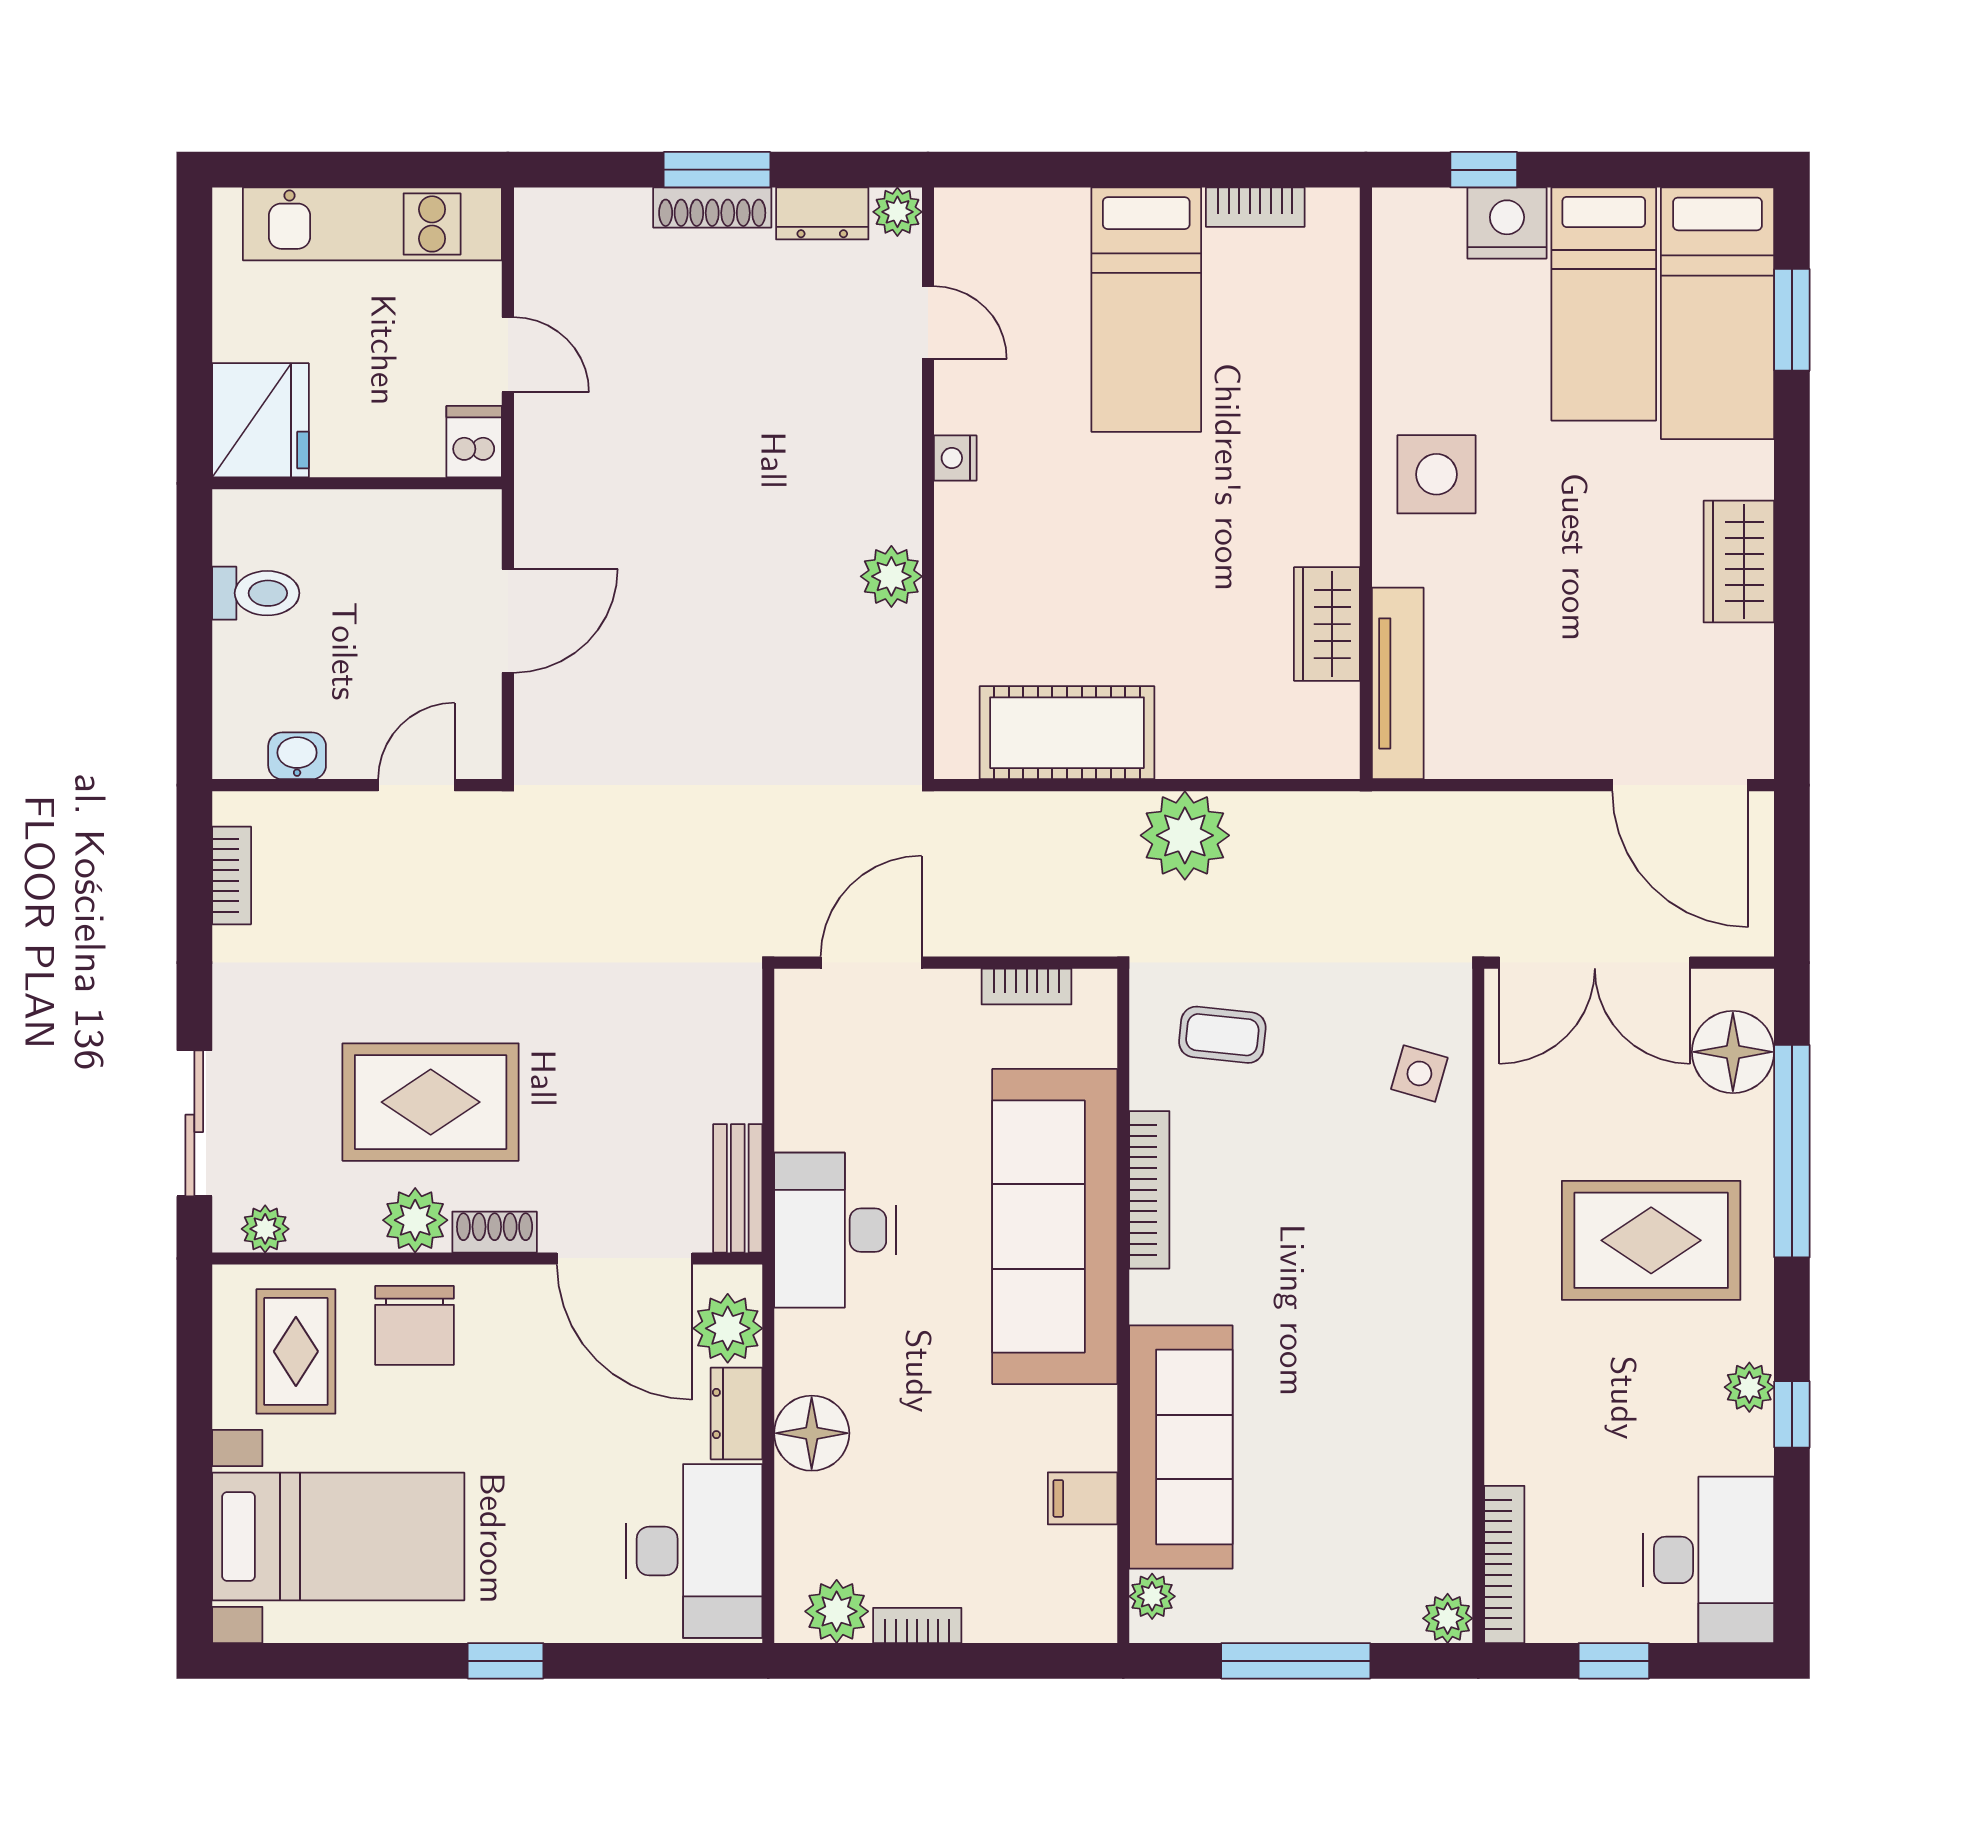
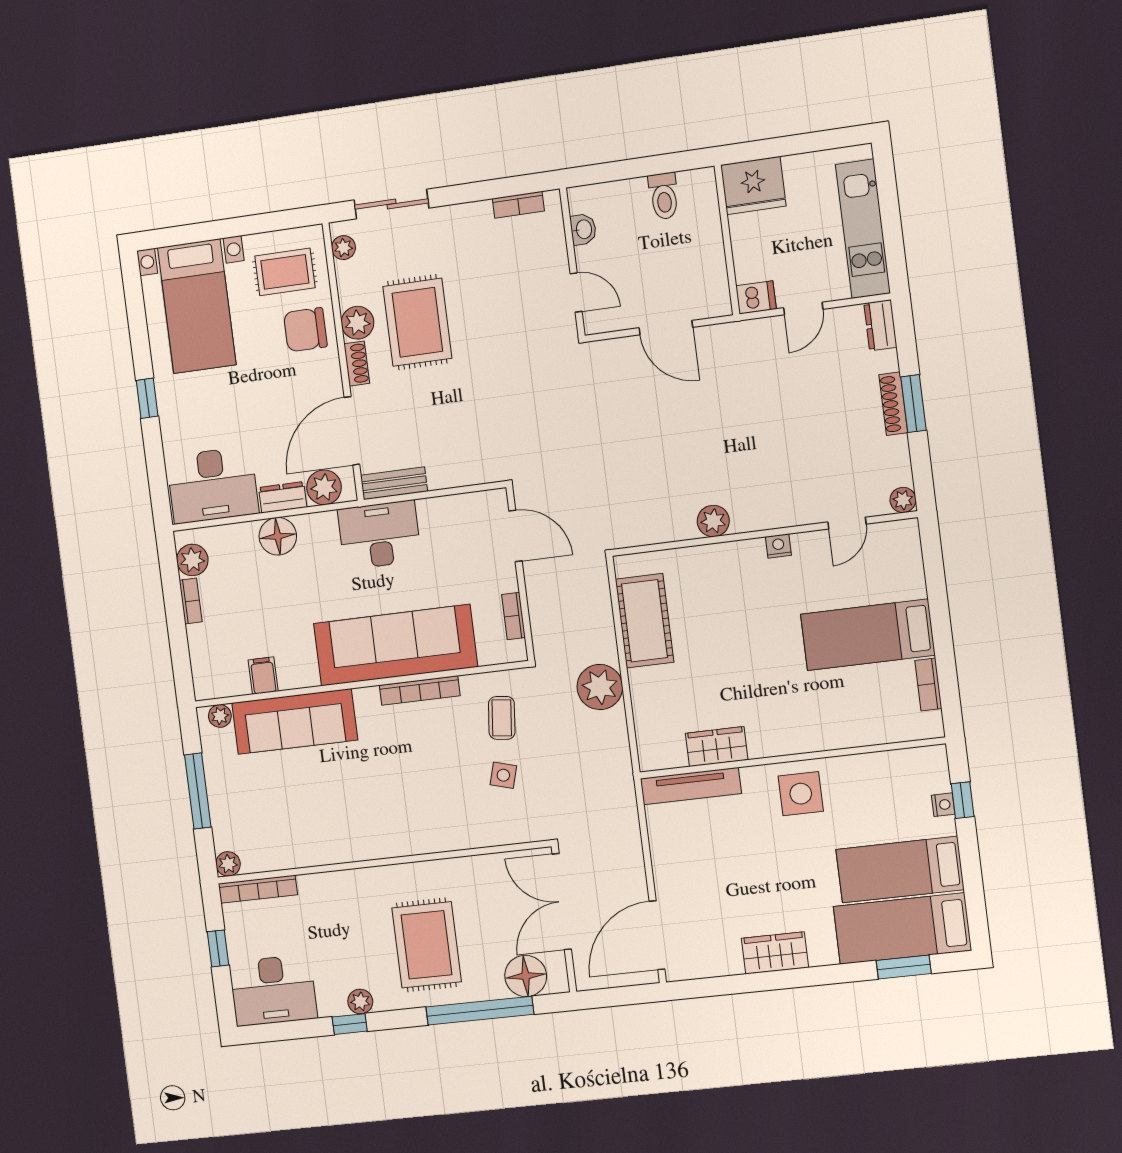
dresser: (822, 213) -> (880, 325), moved
nightstand: (1507, 223) -> (943, 805), width x0.53, depth x0.56
side table: (1419, 1073) -> (503, 775), moved

